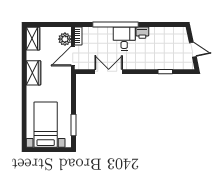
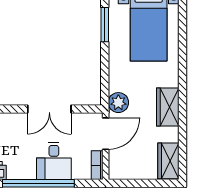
plant: (65, 39) -> (118, 103), moved
desk: (124, 39) -> (54, 161), moved

